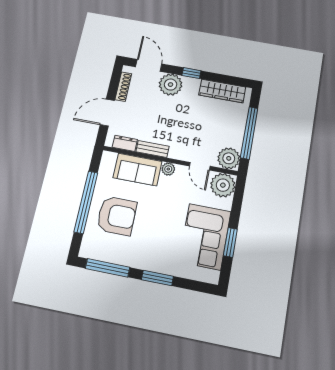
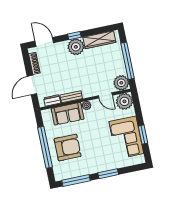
plant: (171, 85) -> (76, 47), moved

